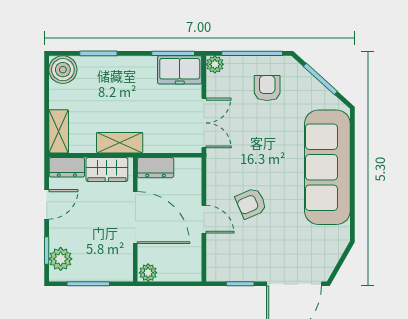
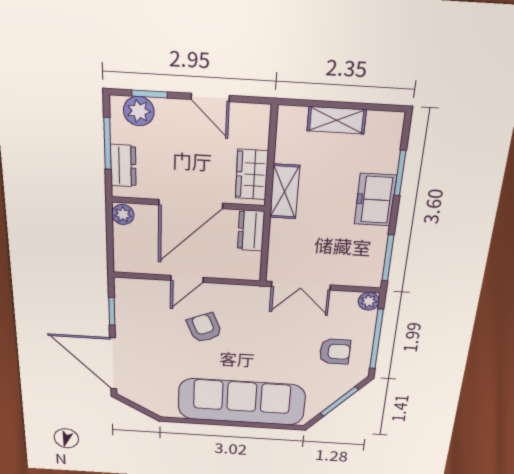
boiler: (63, 70) -> (385, 128), removed
freezer: (180, 70) -> (375, 200), moved
shelving: (59, 131) -> (337, 120), moved
dresser: (67, 167) -> (123, 166), moved, turned 180

